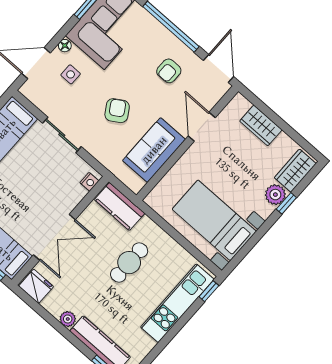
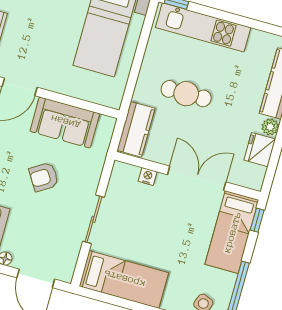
side table: (71, 74) -> (30, 239), removed
nightstand: (89, 182) -> (148, 176), moved
fridge: (36, 286) -> (260, 150), moved

